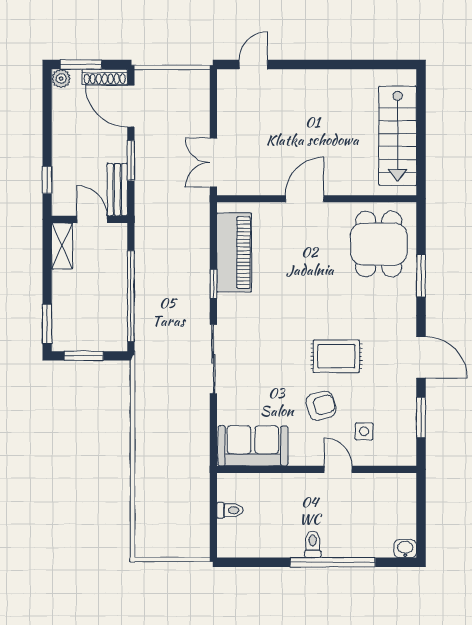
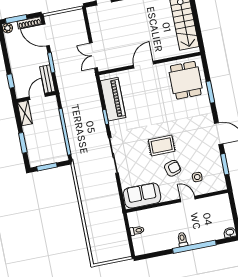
door: (92, 219) -> (37, 97), hinge flipped
window: (47, 324) -> (23, 143), moved
rug: (336, 356) -> (162, 146), moved

